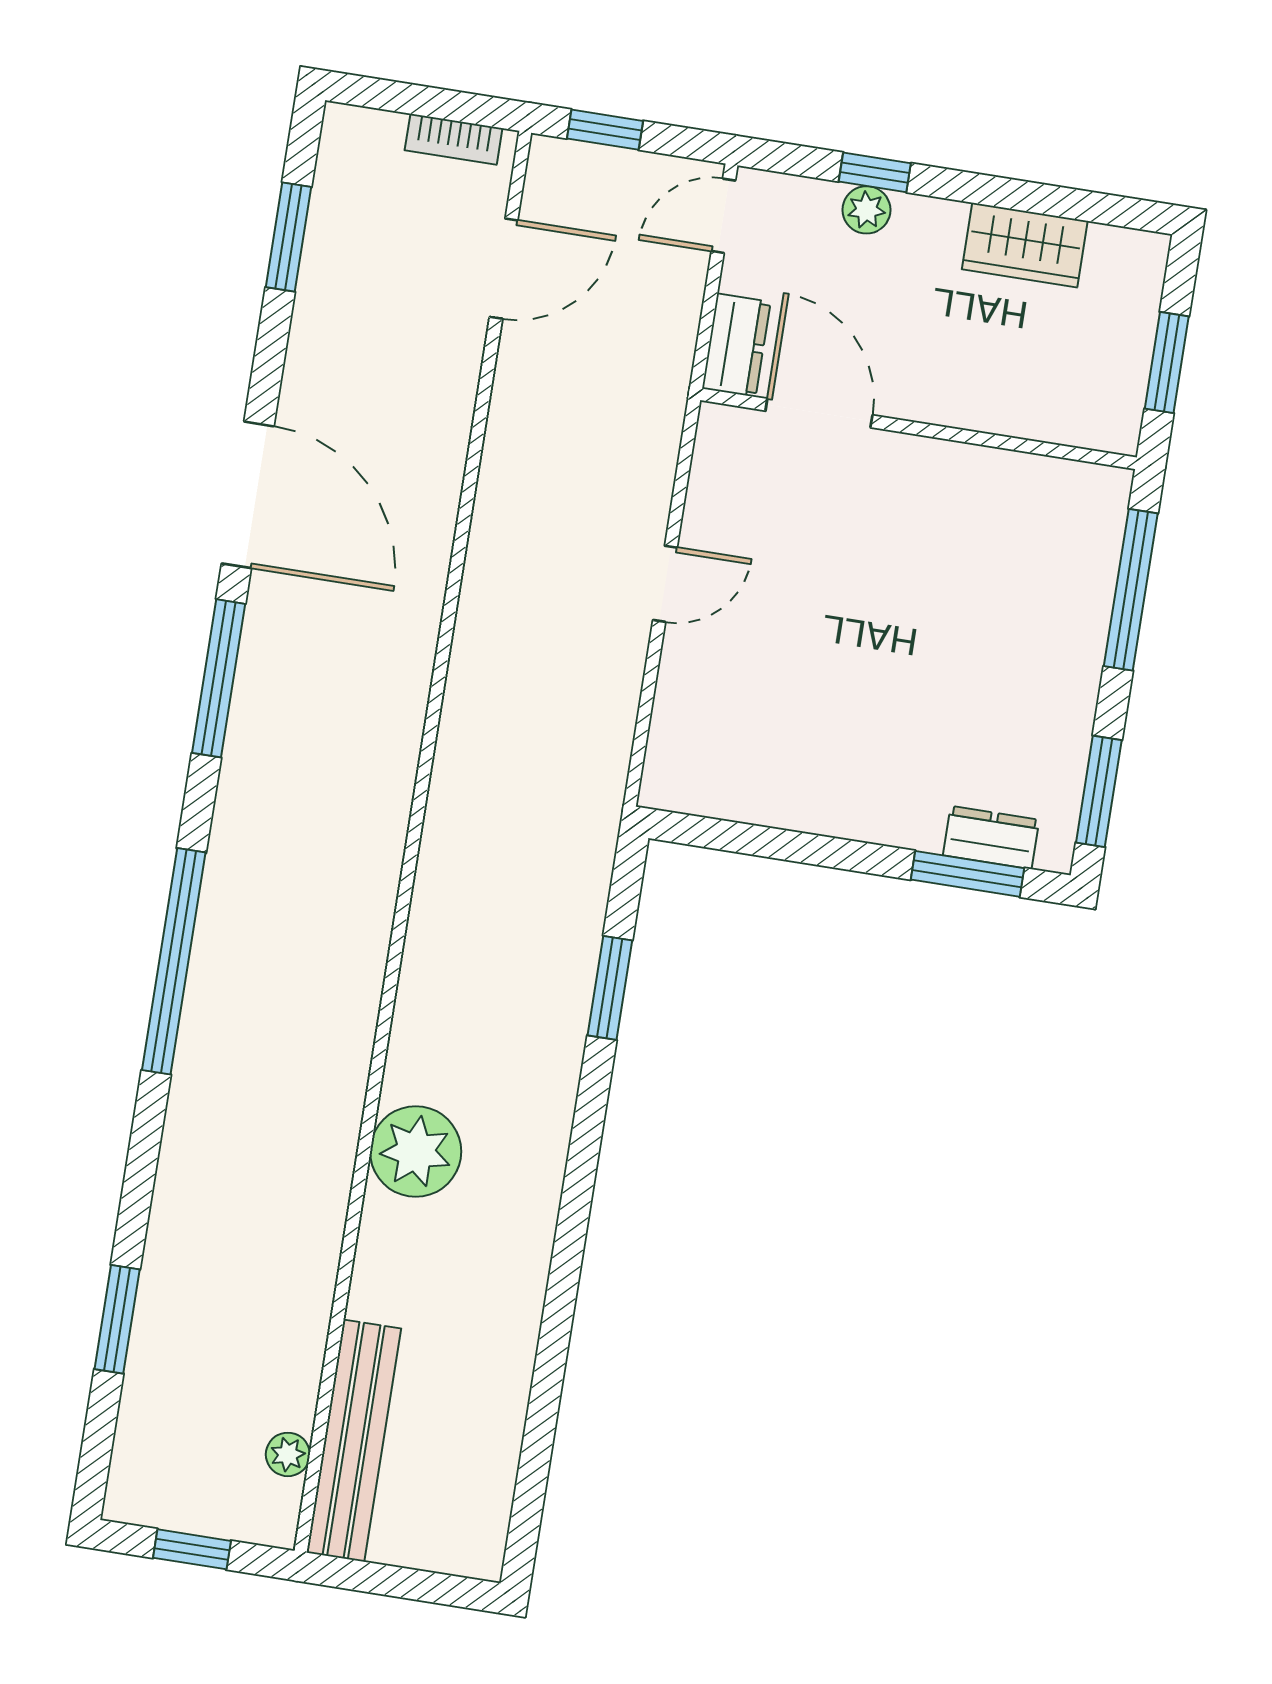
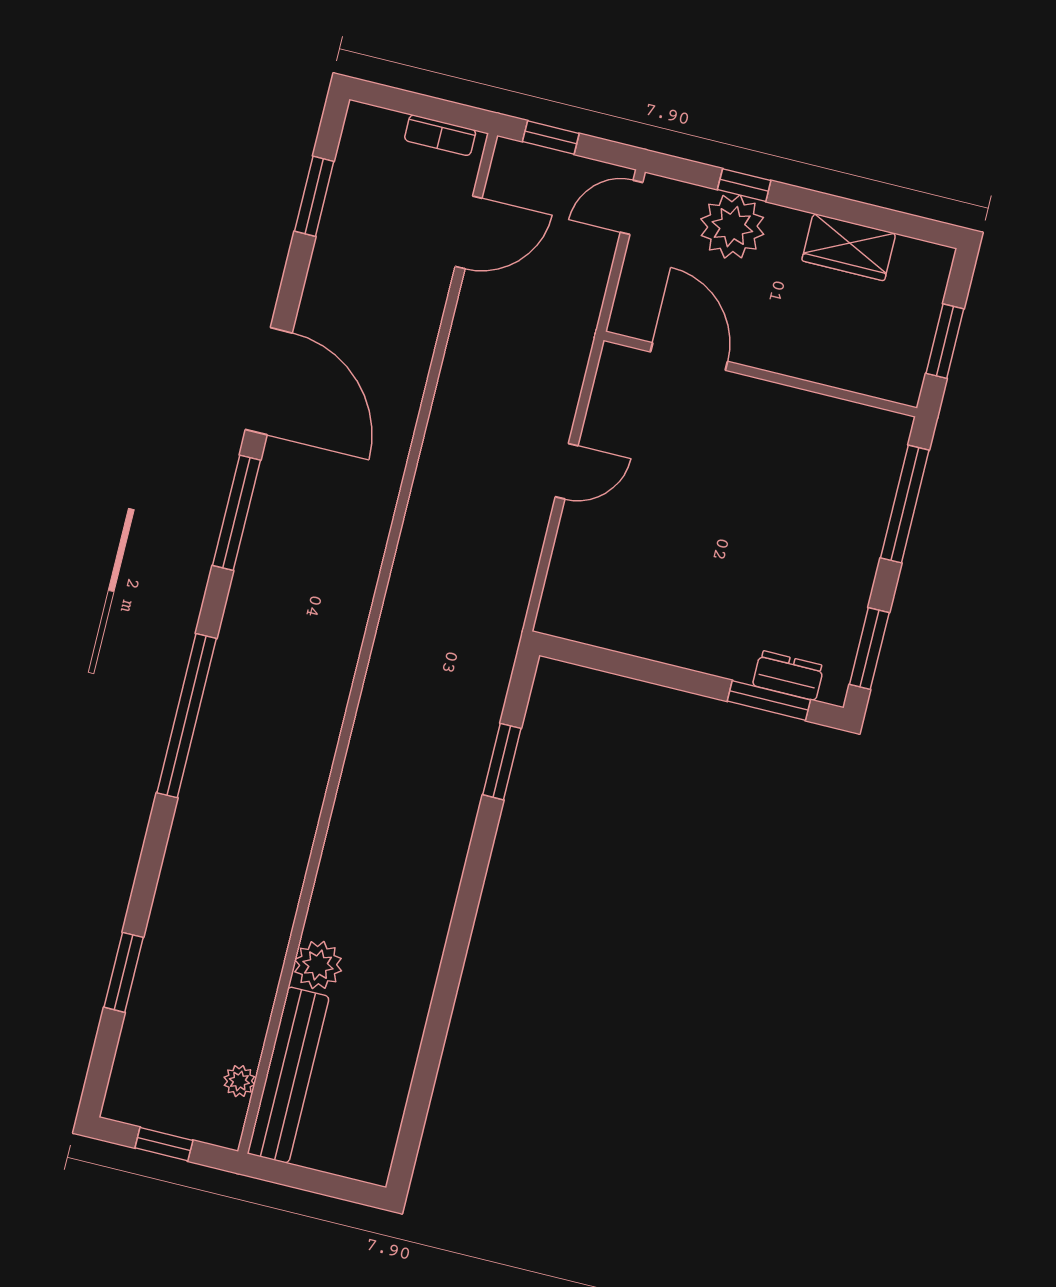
plant: (866, 210) -> (732, 227), width x1.88, depth x1.88
dresser: (736, 345) -> (633, 302), removed
plant: (416, 1151) -> (318, 965), moved, width x0.73, depth x0.73

